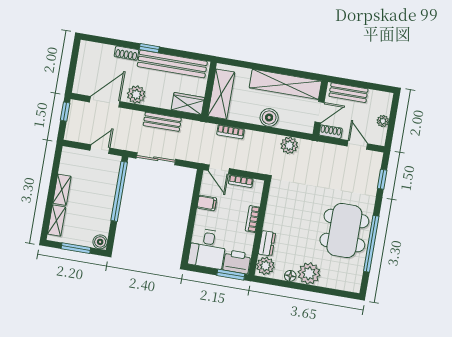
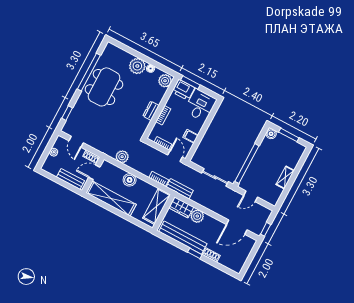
plant: (136, 95) -> (197, 216), moved
bench: (162, 122) -> (180, 189), moved
shelving: (57, 221) -> (296, 158), removed
dresser: (267, 243) -> (151, 111), moved

